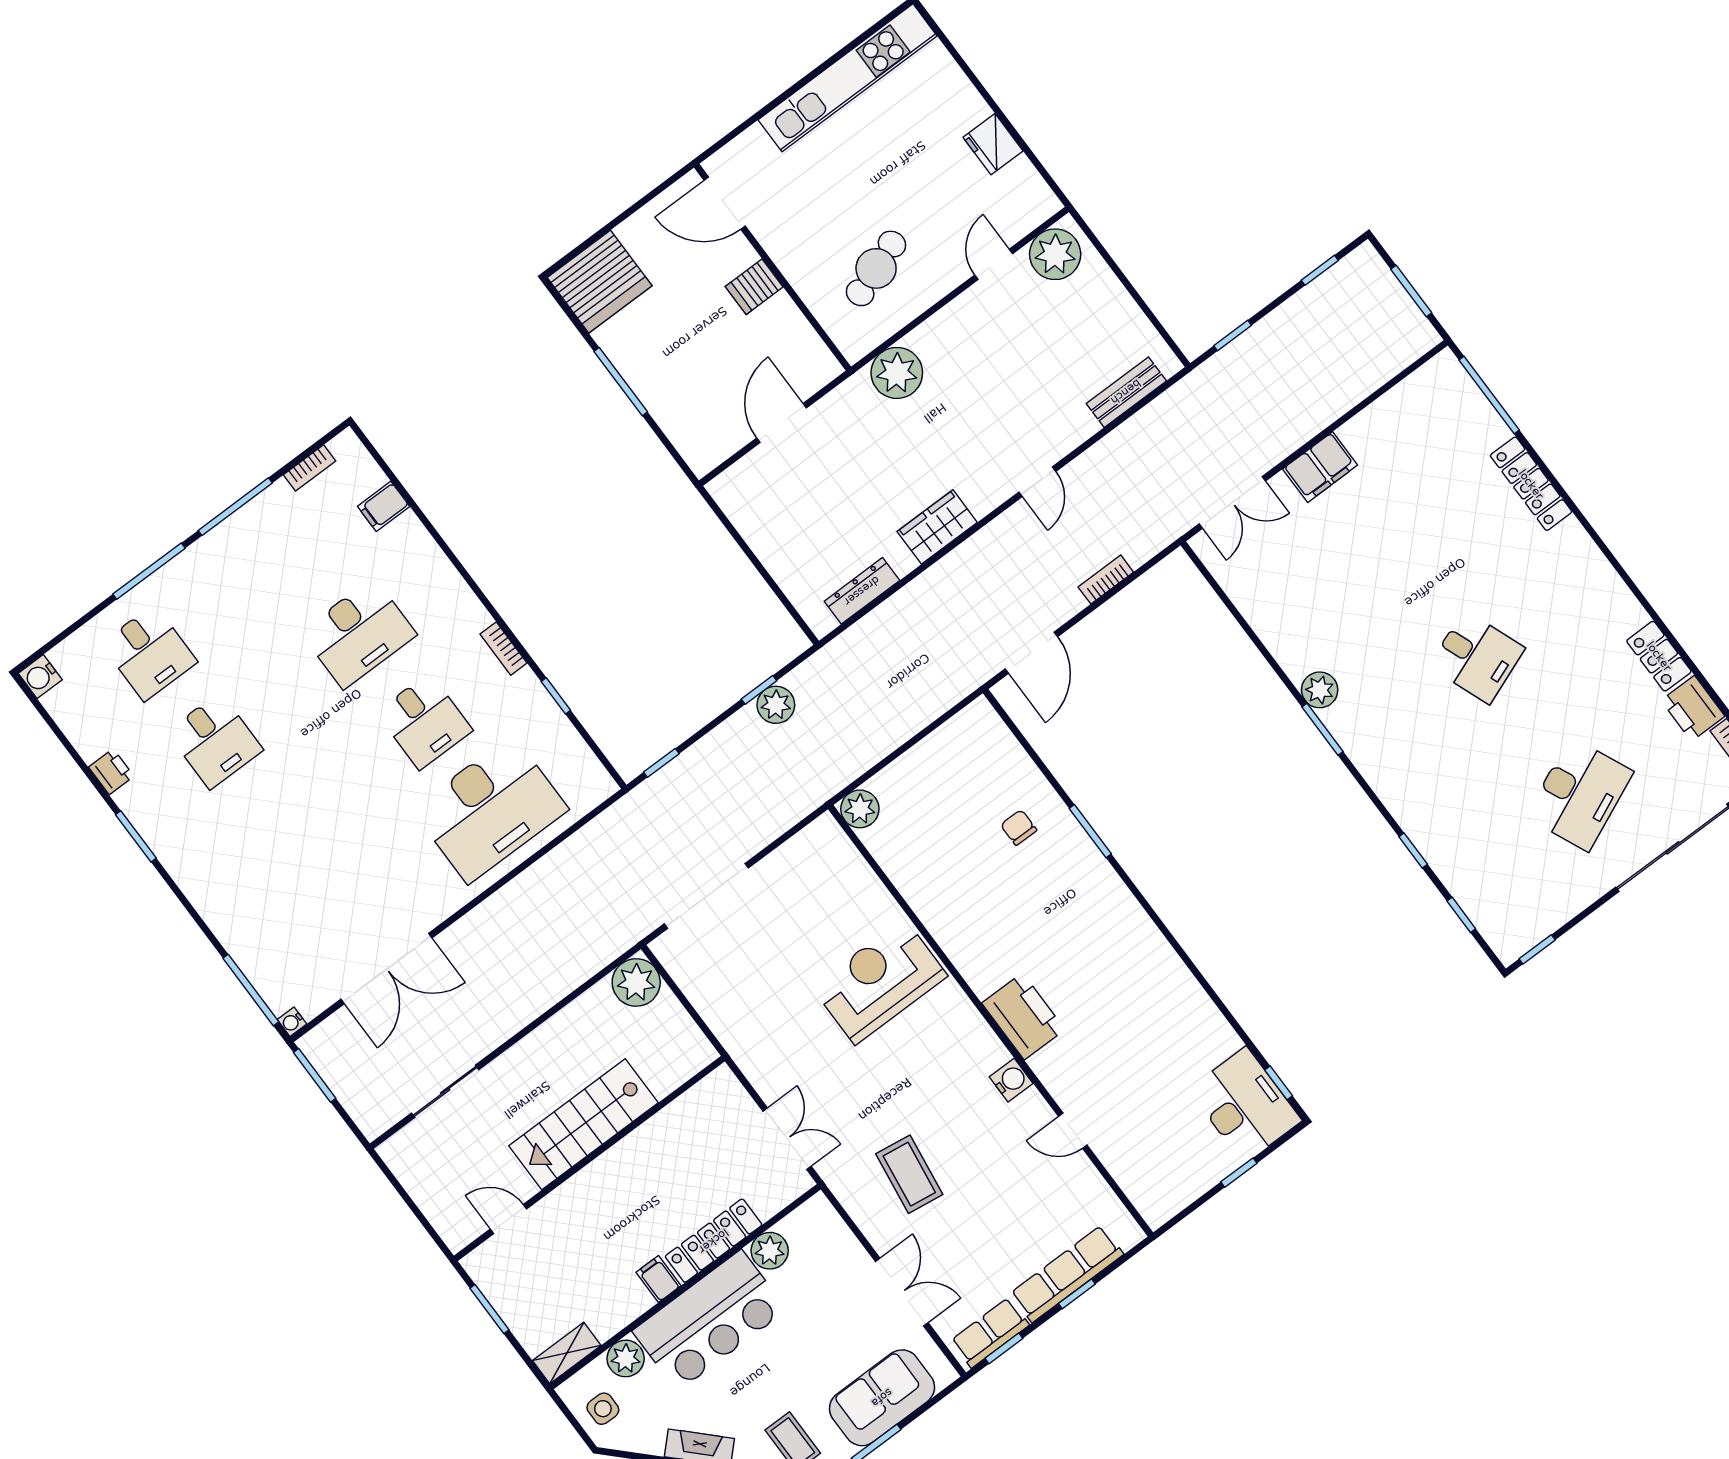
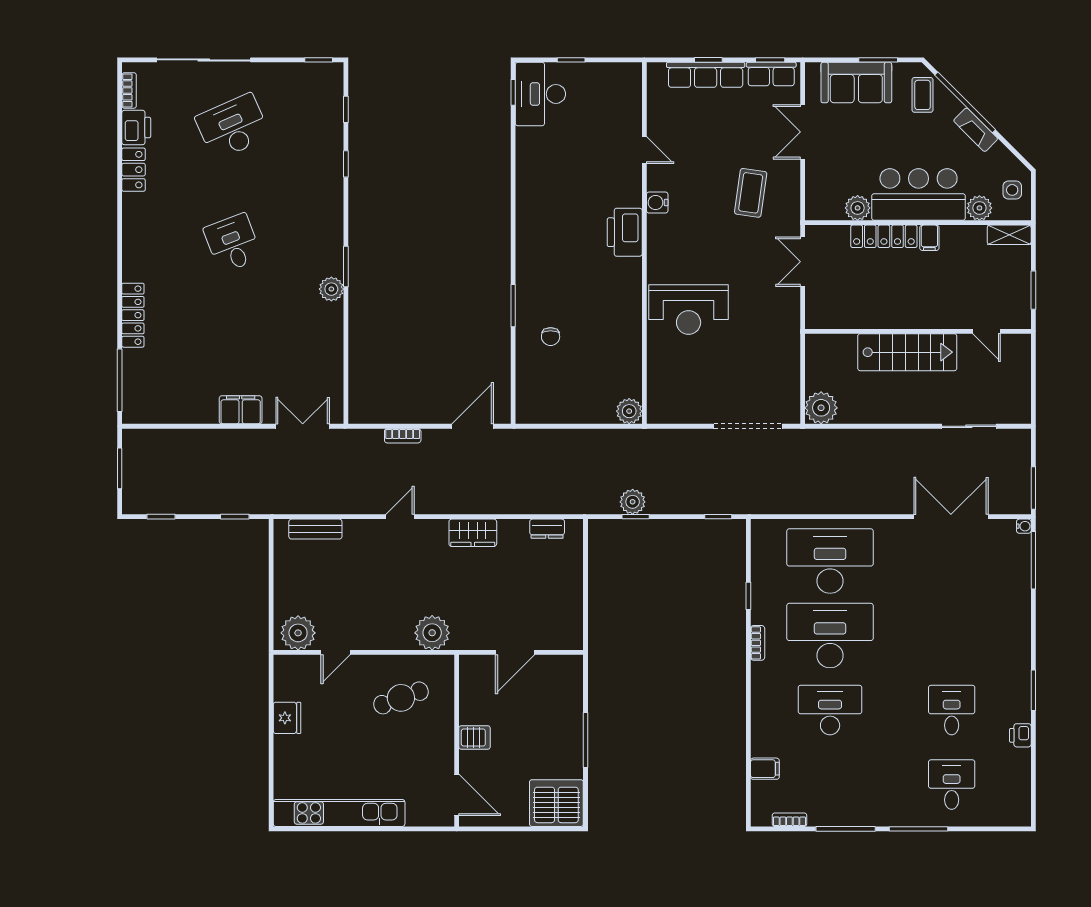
dresser: (862, 591) -> (547, 529), width x0.70
water cooler: (40, 676) -> (1020, 816), removed
desk: (424, 721) -> (830, 636), width x1.87, depth x1.30

